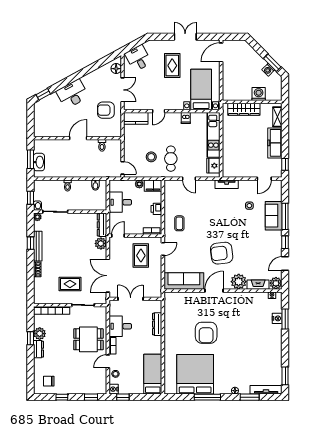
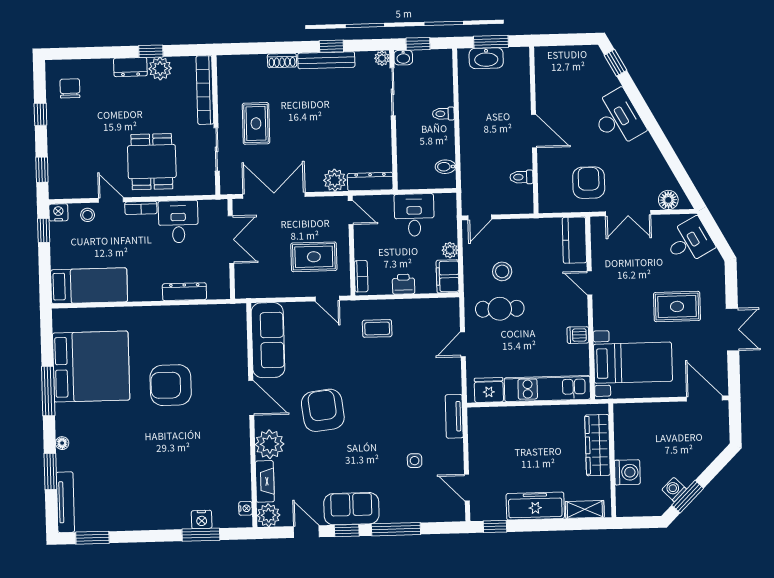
sofa: (274, 216) -> (351, 509), moved

